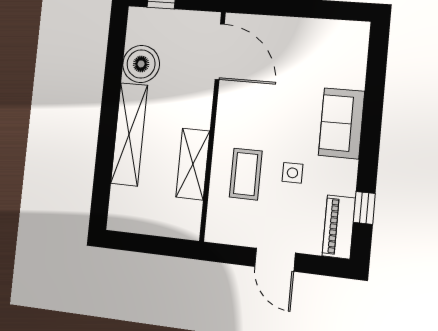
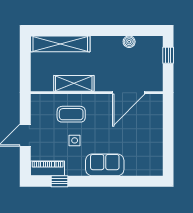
door: (220, 52) -> (129, 93), moved
boiler: (141, 64) -> (129, 42), width x0.54, depth x0.54
shelving: (129, 134) -> (60, 44), moved

